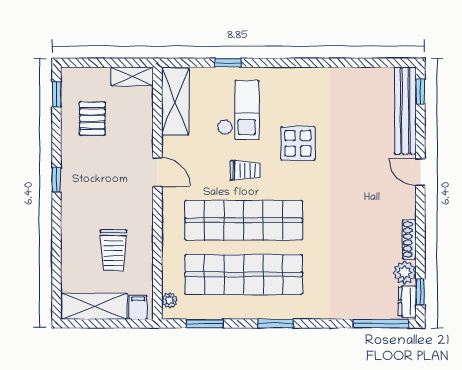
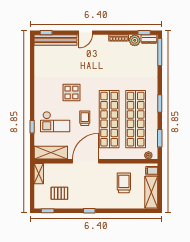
checkout: (238, 110) -> (55, 122), turned 180
door: (157, 172) -> (86, 161), width x1.87
trolley: (113, 250) -> (124, 183), turned -90

